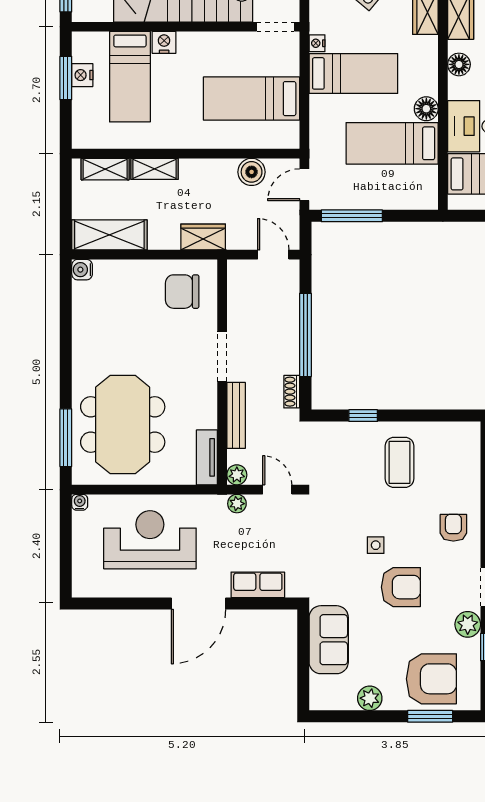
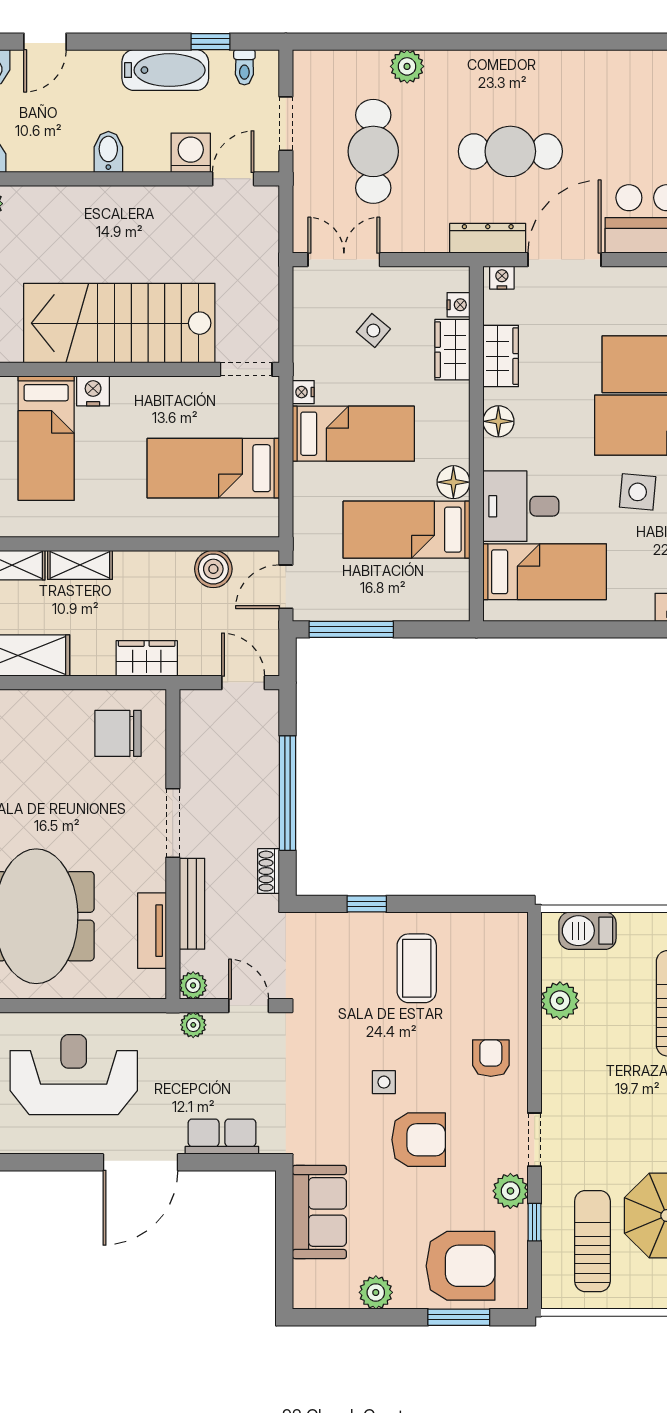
tv unit: (207, 457) -> (152, 931), moved

